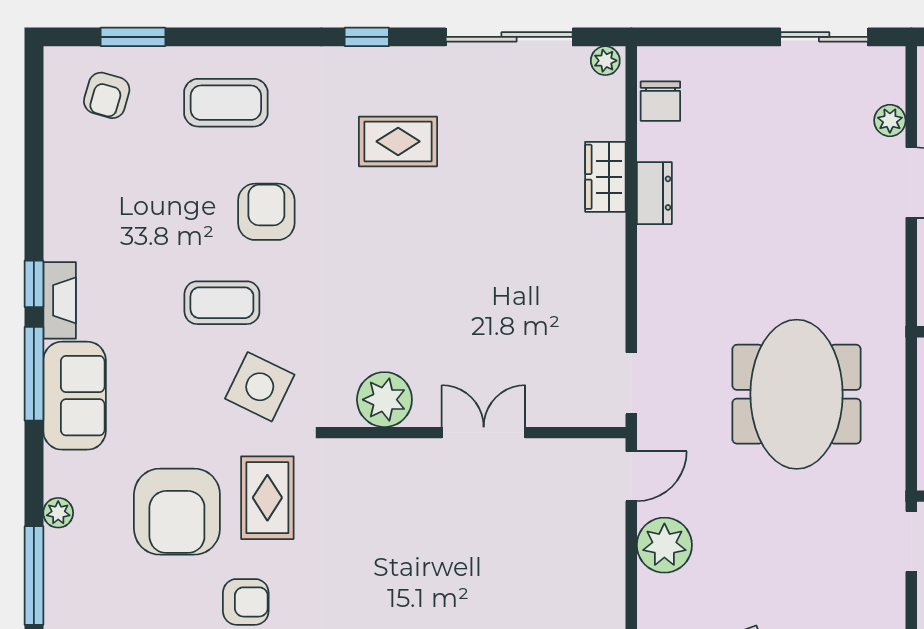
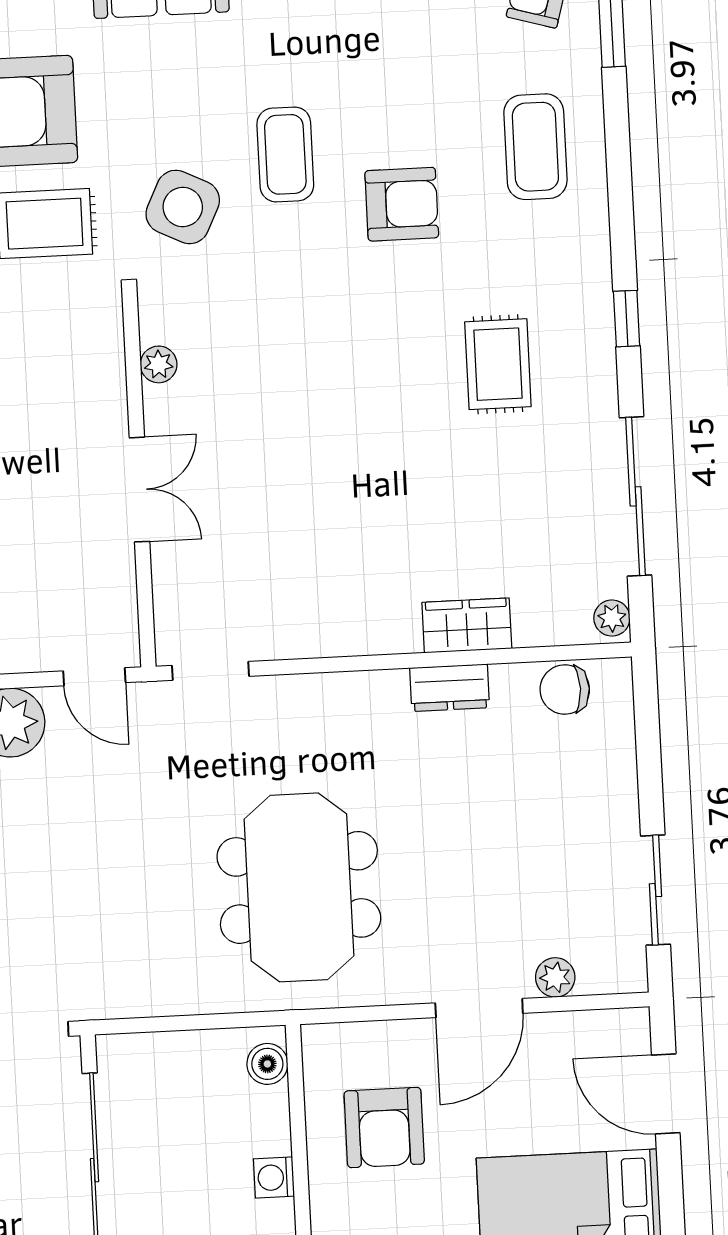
meeting table: (797, 394) -> (299, 887), moved, turned 90
plant: (384, 400) -> (159, 364), width x0.53, depth x0.53

